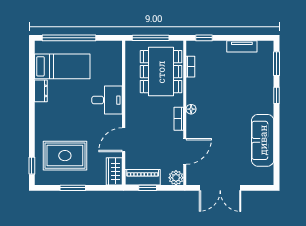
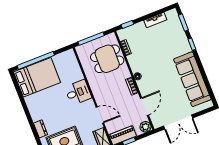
bed: (62, 66) -> (37, 77), width x1.50
dining table: (161, 72) -> (107, 59), width x0.73
dresser: (41, 91) -> (41, 129), moved
door: (124, 140) -> (100, 115), swing flipped
sofa: (263, 140) -> (192, 79), width x1.36, depth x1.27

